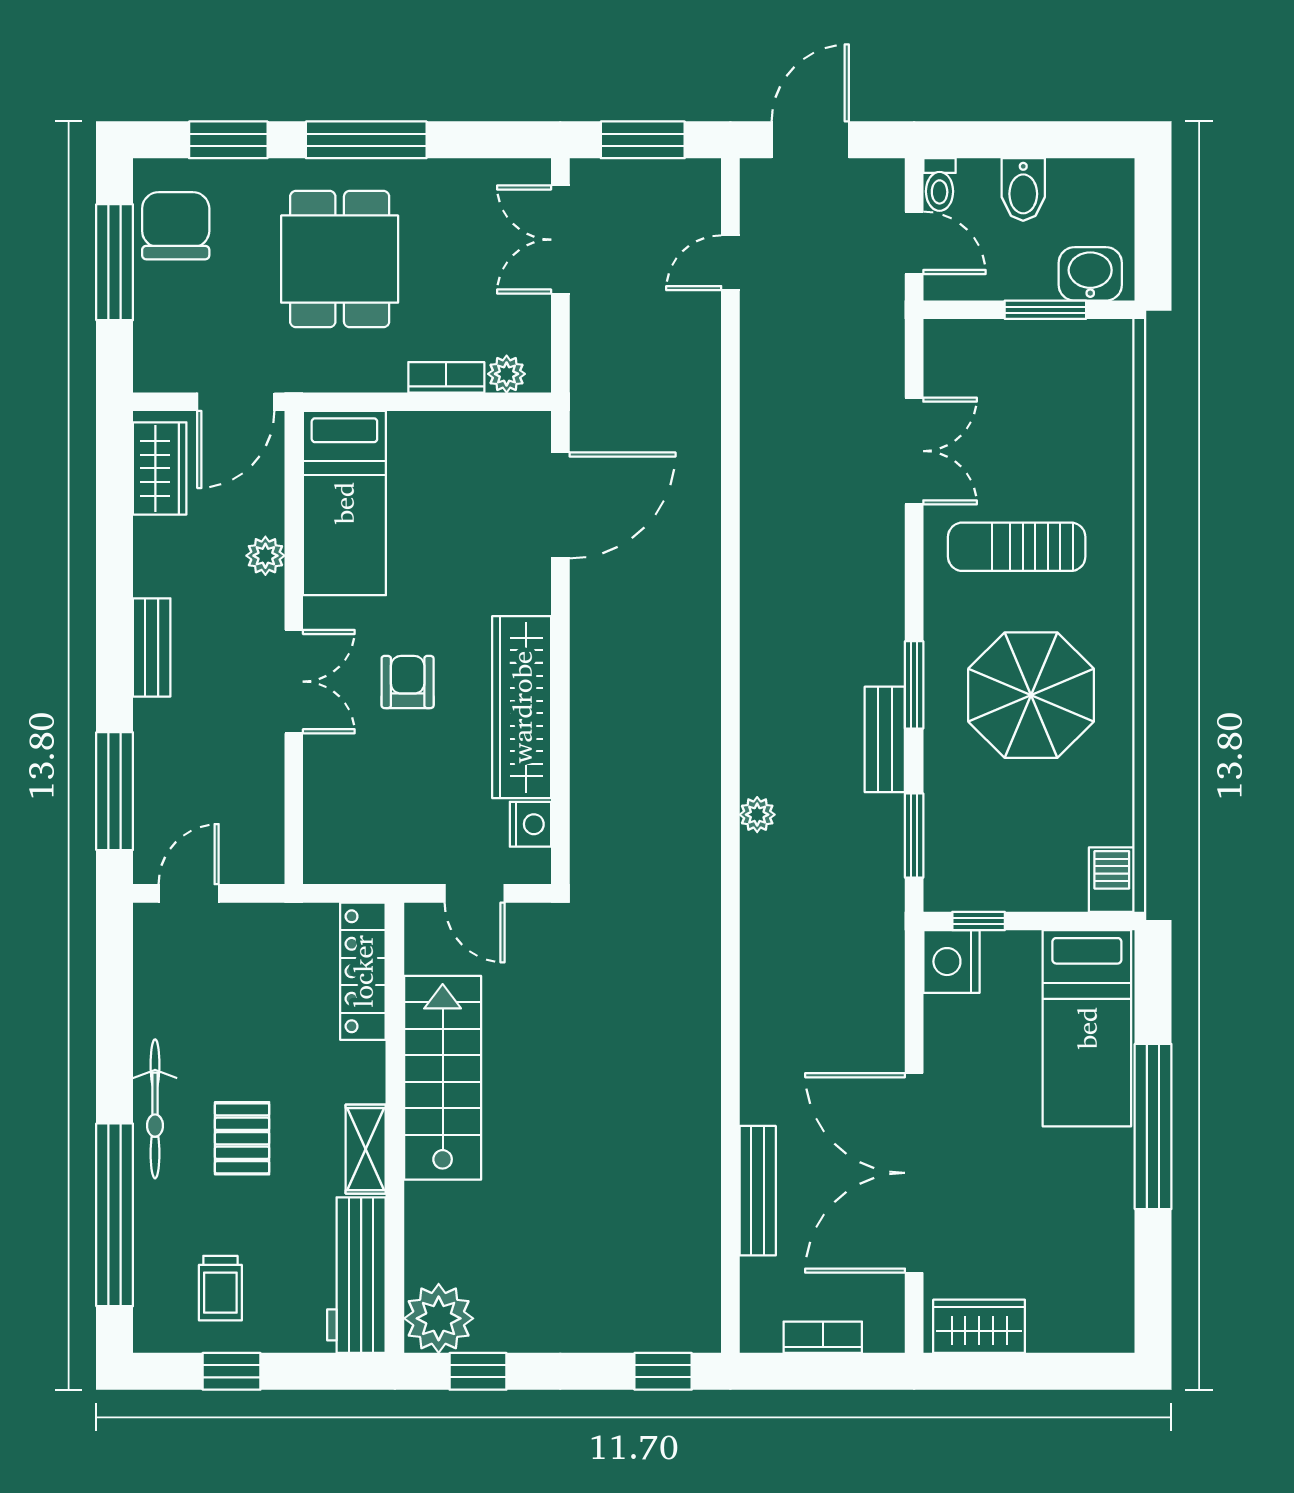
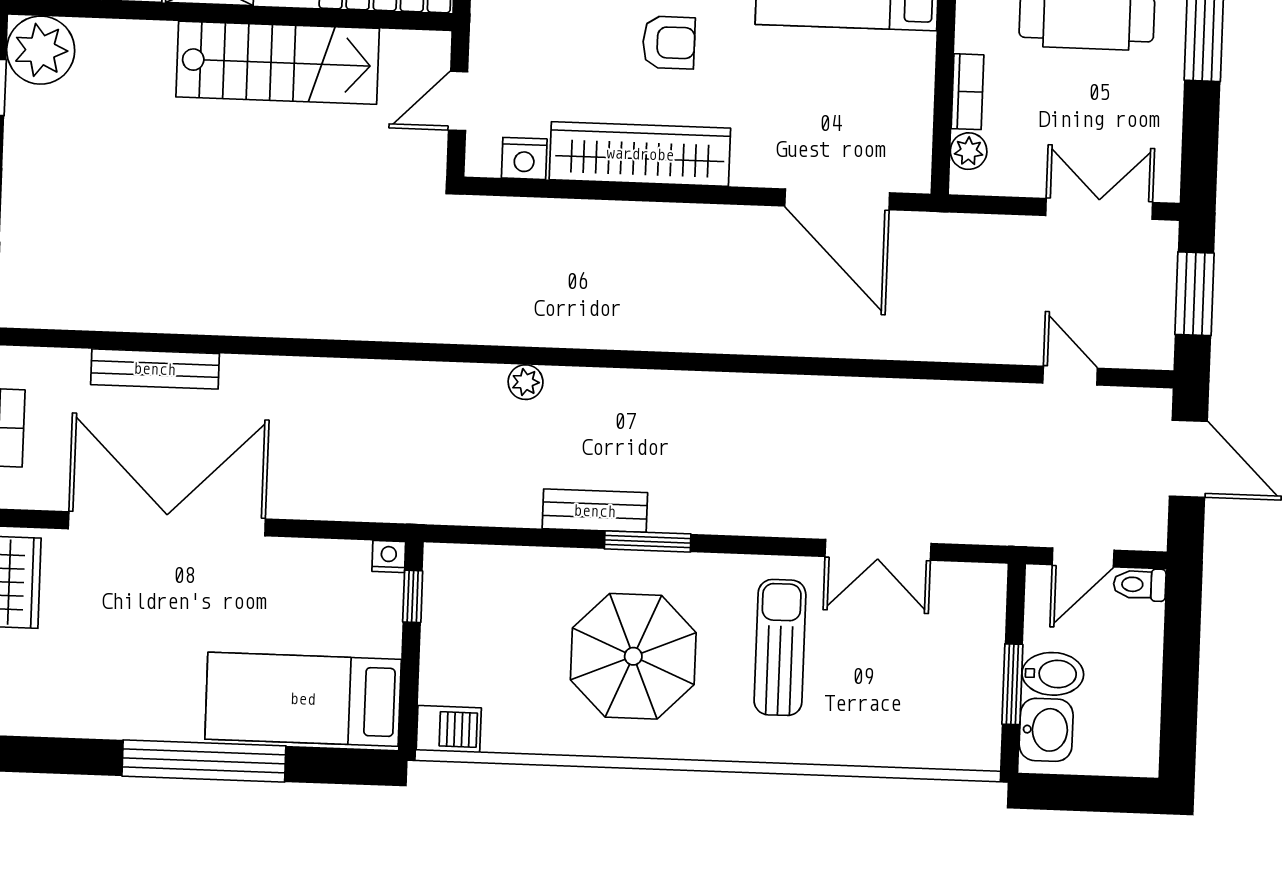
bidet: (1023, 190) -> (1053, 674), moved, turned 180
window: (914, 836) -> (499, 536), removed
nightstand: (951, 962) -> (389, 557), width x0.53, depth x0.56

